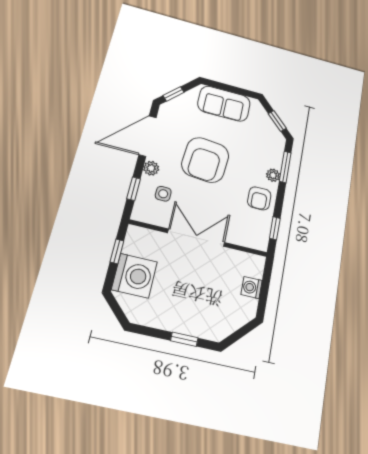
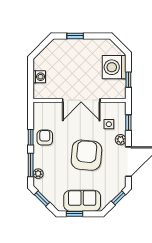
window: (238, 91) -> (75, 214), added
plant: (273, 175) -> (38, 174), moved
window: (275, 228) -> (31, 137), moved

